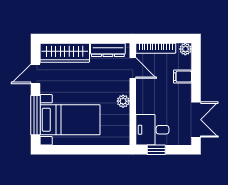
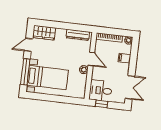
wardrobe: (65, 53) -> (44, 33), width x0.67
door: (133, 68) -> (91, 59), moved

